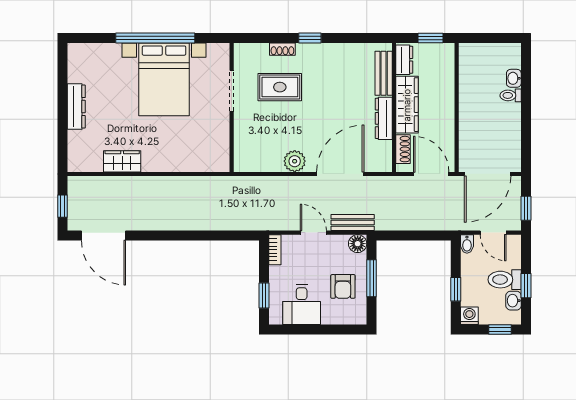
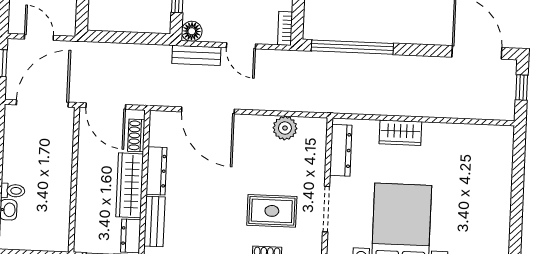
dresser: (76, 107) -> (341, 150), moved, turned 180
wardrobe: (122, 161) -> (400, 133), moved
plant: (295, 161) -> (285, 128), moved
door: (340, 174) -> (208, 110), hinge flipped
window: (214, 236) -> (352, 47), added
bidet: (467, 244) -> (69, 26), removed

